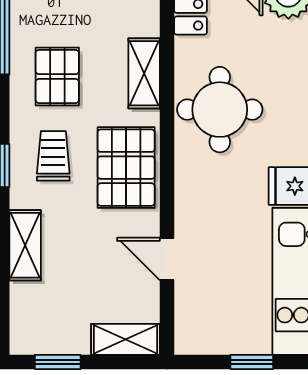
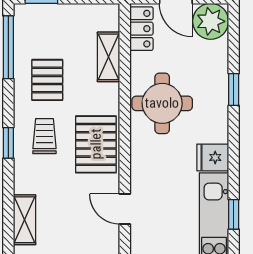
shelving: (144, 73) -> (109, 57), moved
shelving: (25, 245) -> (25, 220), moved

